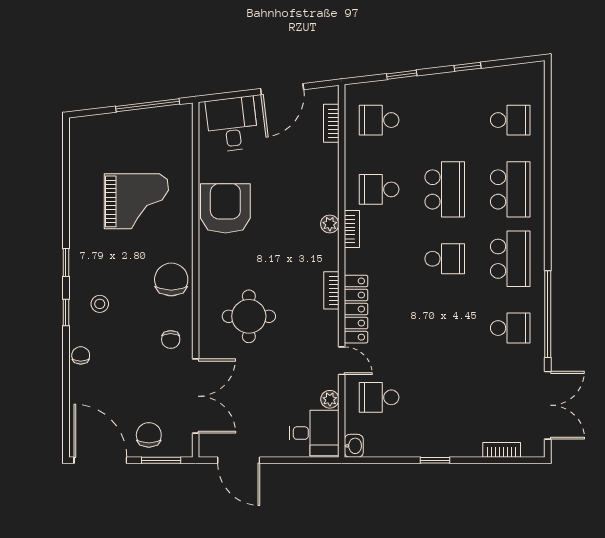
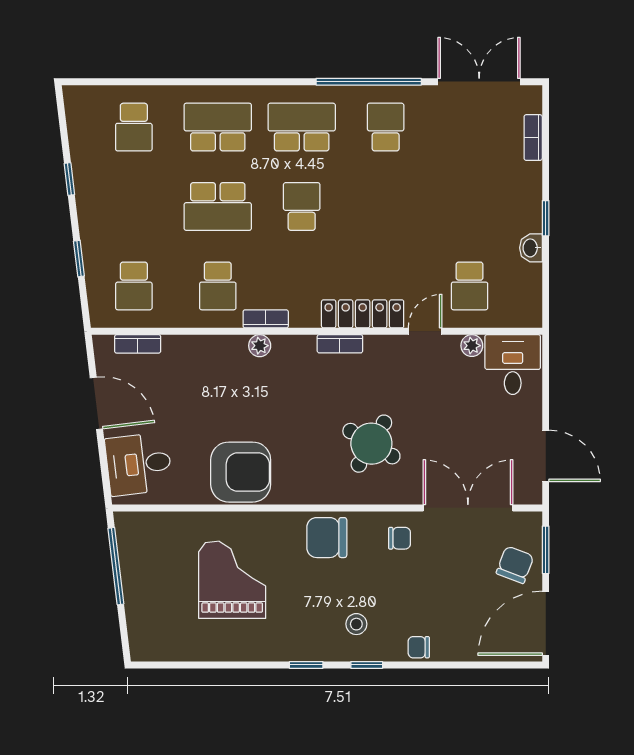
school desk: (510, 120) -> (134, 127), turned 180
school desk: (445, 189) -> (218, 207), turned 180
armchair: (225, 208) -> (241, 472), turned 180
round table: (249, 316) -> (371, 444), turned 31
chair: (149, 435) -> (515, 565), turned 111
washbasin: (354, 446) -> (531, 248), moved, turned -90
door: (239, 460) -> (546, 456), hinge flipped

